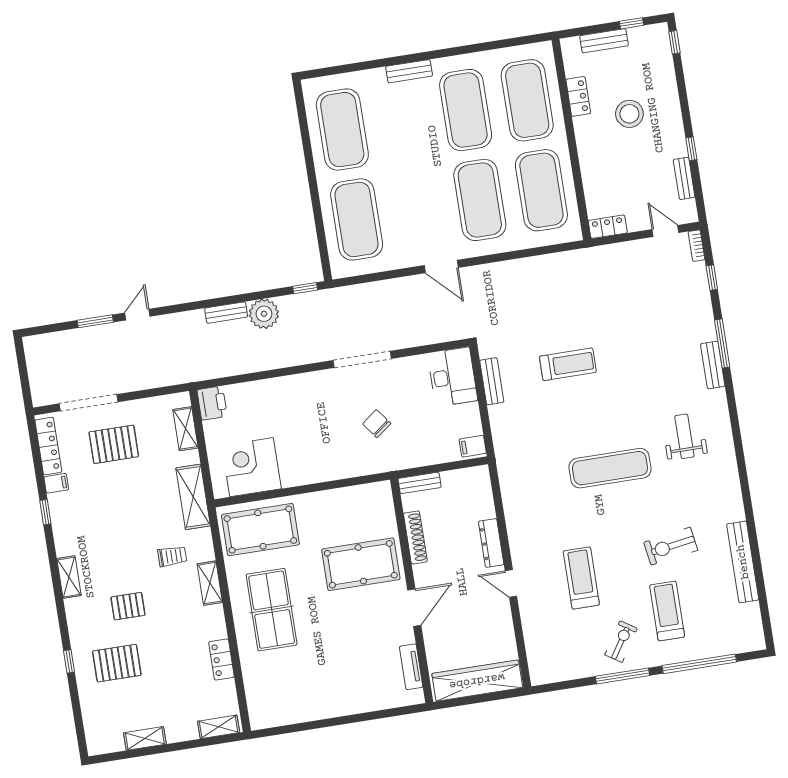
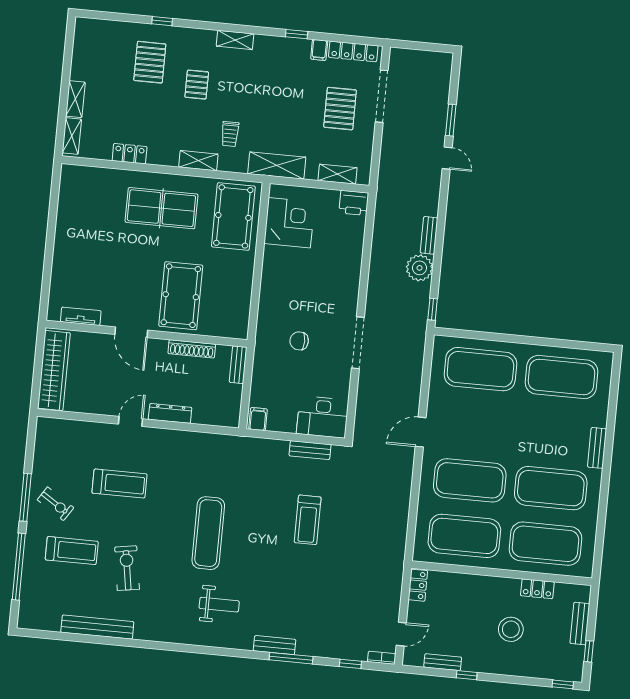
chair: (377, 424) -> (299, 341), turned -143
shelving: (145, 738) -> (75, 99), moved

